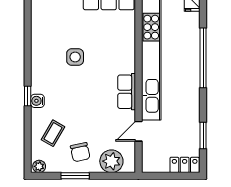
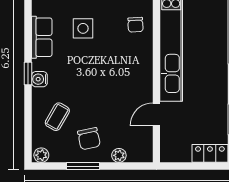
chair: (120, 54) -> (135, 25), added
row of seats: (127, 92) -> (42, 37), moved, turned 180
plant: (111, 161) -> (119, 155), width x0.53, depth x0.53

